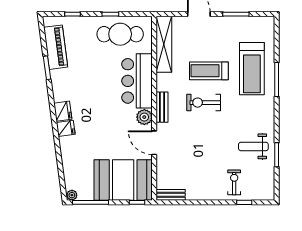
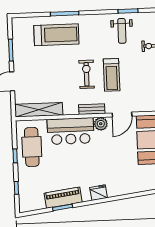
piano: (56, 47) -> (63, 198), moved
treadmill: (209, 71) -> (112, 75), moved
exercise bike: (204, 103) -> (87, 74), turned 180
fridge: (66, 128) -> (113, 190), removed

